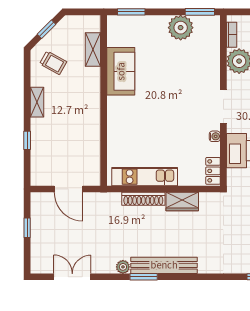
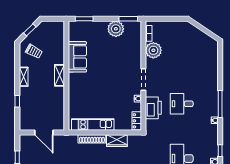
shelving: (93, 50) -> (59, 75), moved

